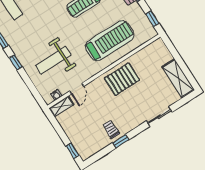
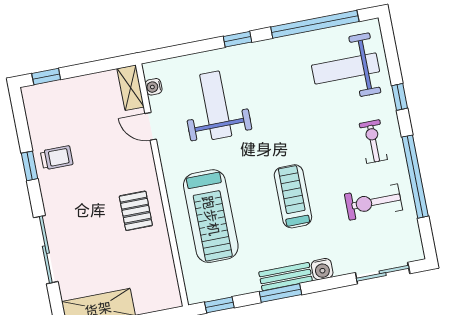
pallet: (122, 79) -> (136, 211), width x0.67, depth x0.71
sliding door: (159, 117) -> (46, 250), width x1.37

